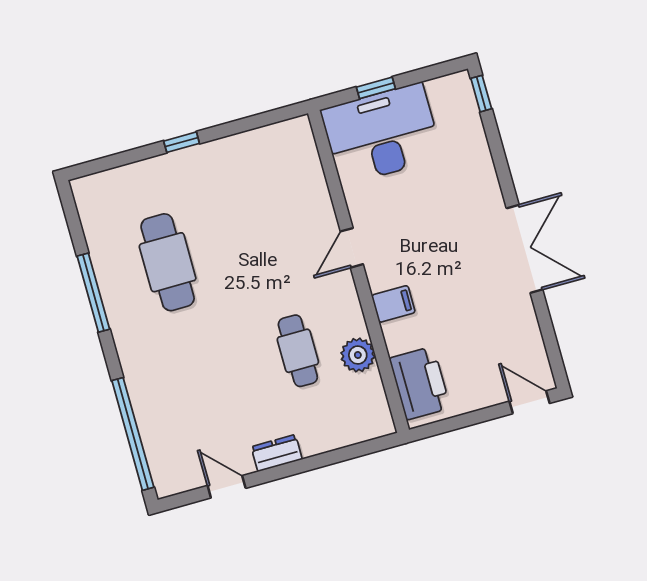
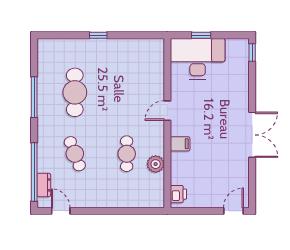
cafe table: (200, 378) -> (75, 154), added
printer: (420, 383) -> (178, 194), width x0.53, depth x0.68
door: (529, 402) -> (233, 211), hinge flipped
dresser: (277, 453) -> (44, 185), moved, turned 90
door: (227, 487) -> (61, 211), moved

